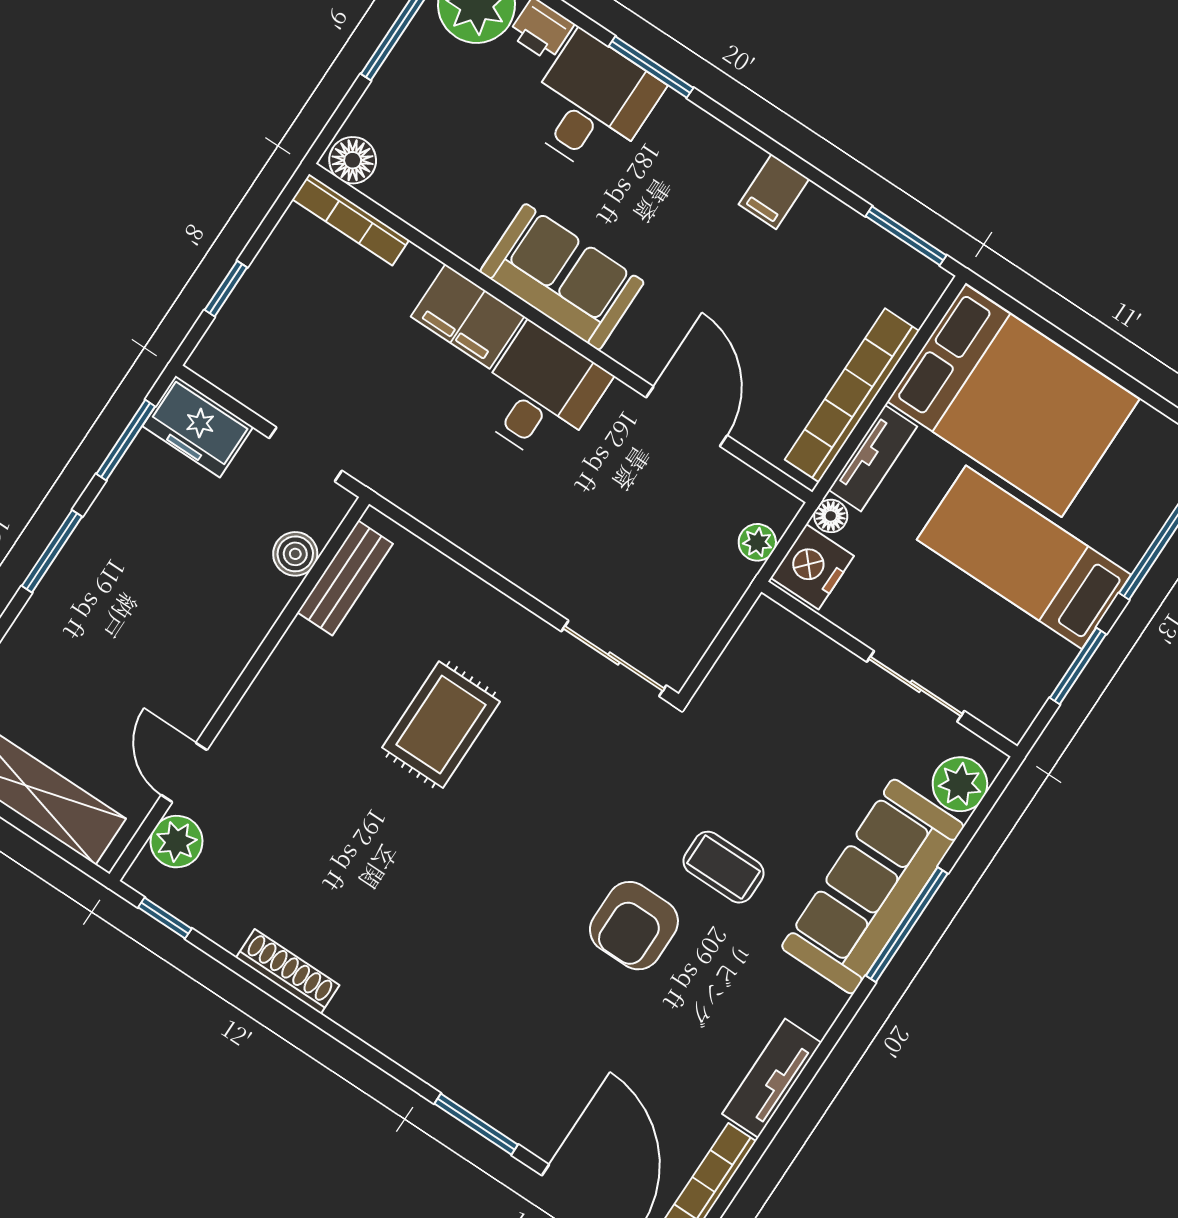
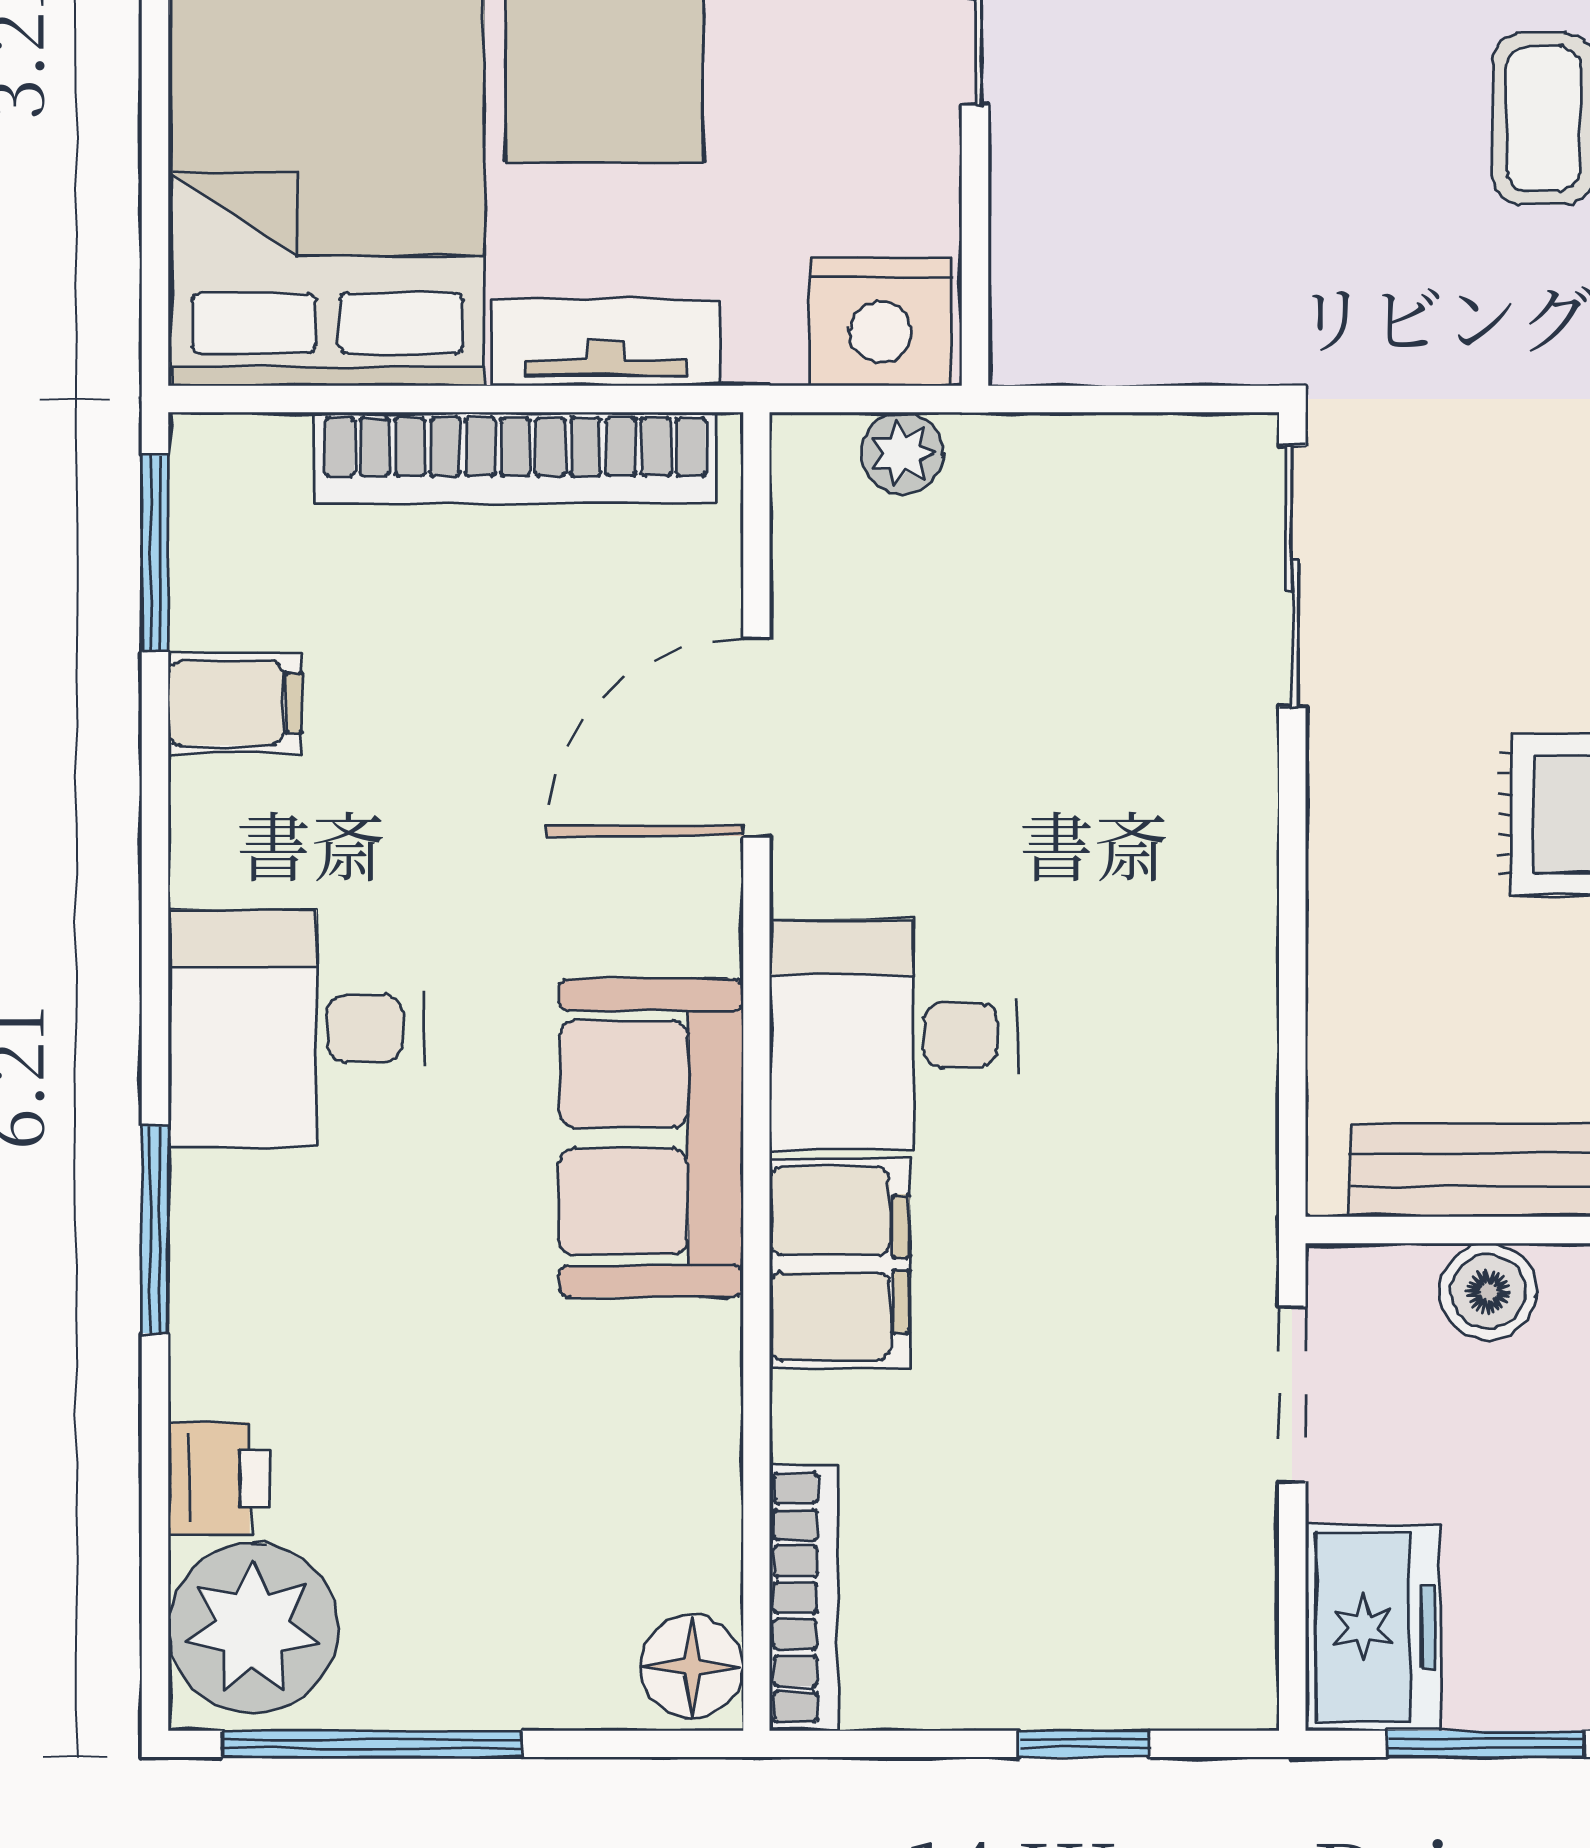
desk: (591, 104) -> (296, 1028), moved
filing cabinet: (774, 192) -> (235, 703), moved
floor lamp: (831, 516) -> (764, 350), removed

